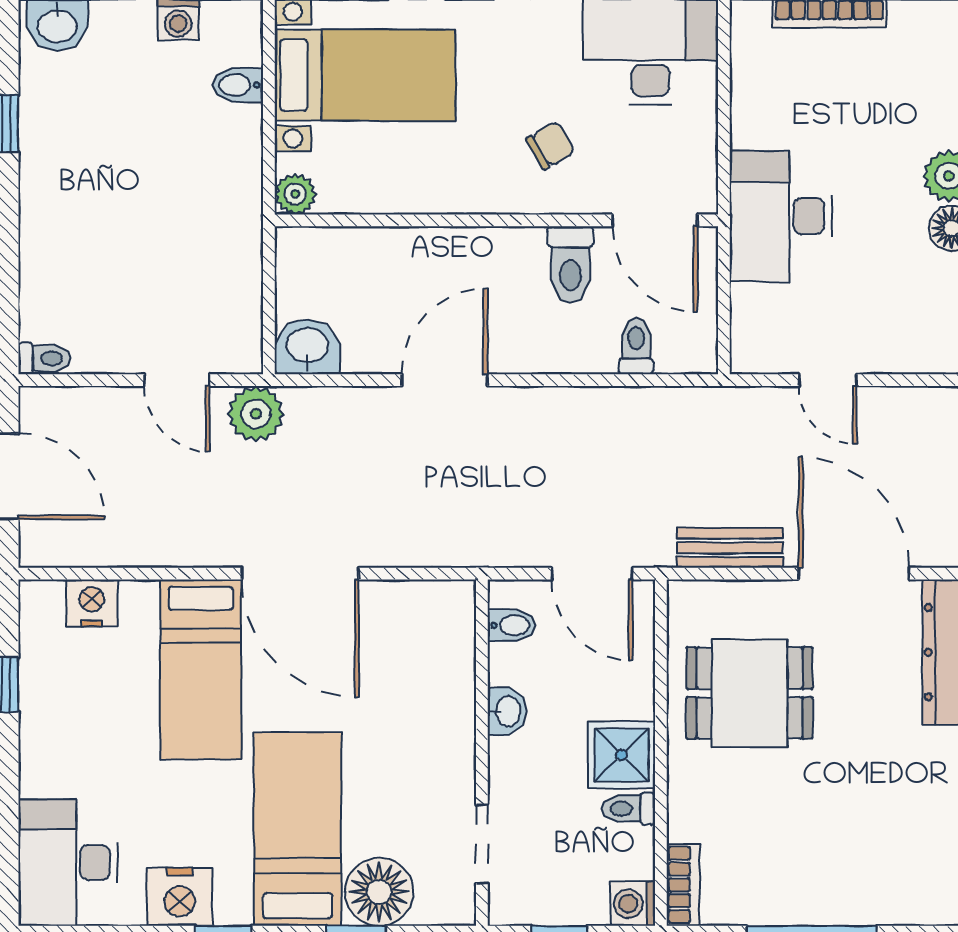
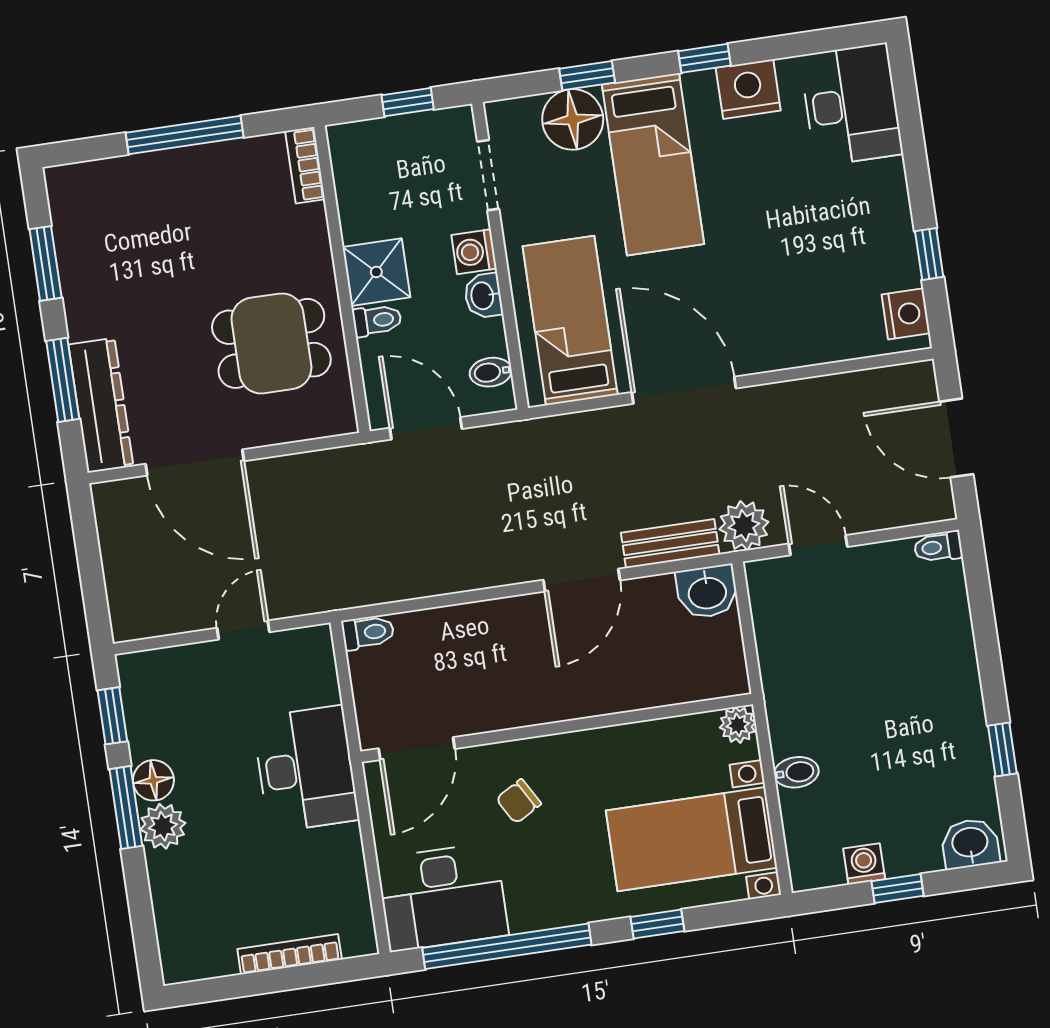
bidet: (238, 85) -> (796, 772), moved
door: (655, 220) -> (417, 749), swing flipped
toilet: (570, 265) -> (485, 699), removed
toilet: (636, 346) -> (368, 633), moved, turned -90
door: (828, 380) -> (243, 630), hinge flipped
bench: (730, 548) -> (670, 544), moved
nightstand: (92, 603) -> (906, 314), moved, turned -90
bed: (201, 670) -> (570, 320), moved
toilet: (629, 809) -> (377, 320), moved
washing machine: (633, 904) -> (474, 252), moved, turned 180

